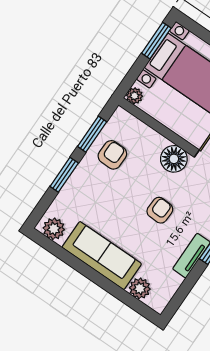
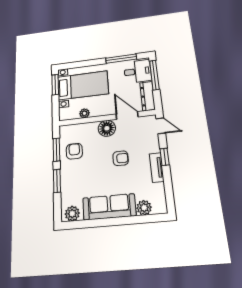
plant: (134, 96) -> (84, 113), moved
armchair: (160, 210) -> (121, 158), turned 88

